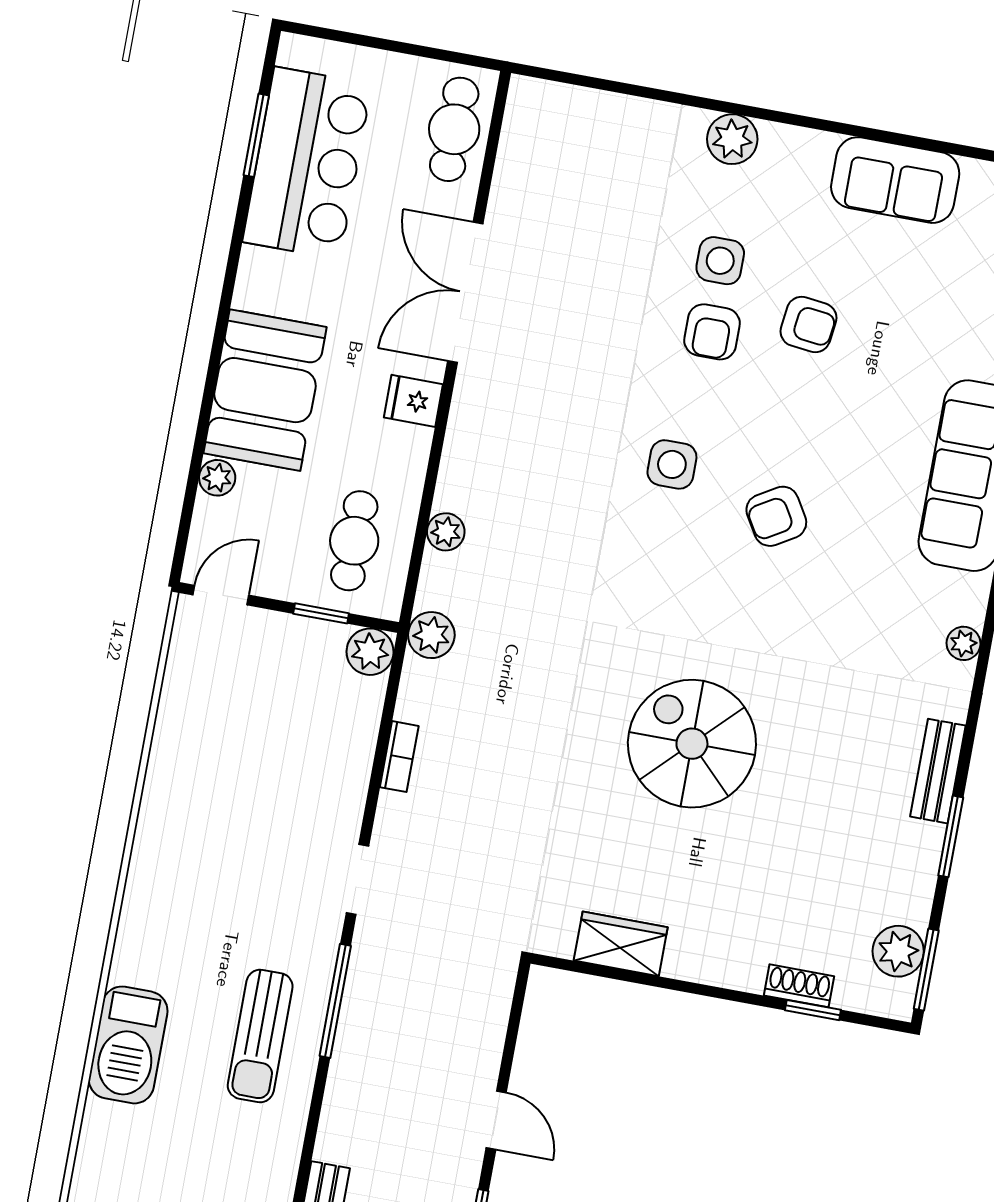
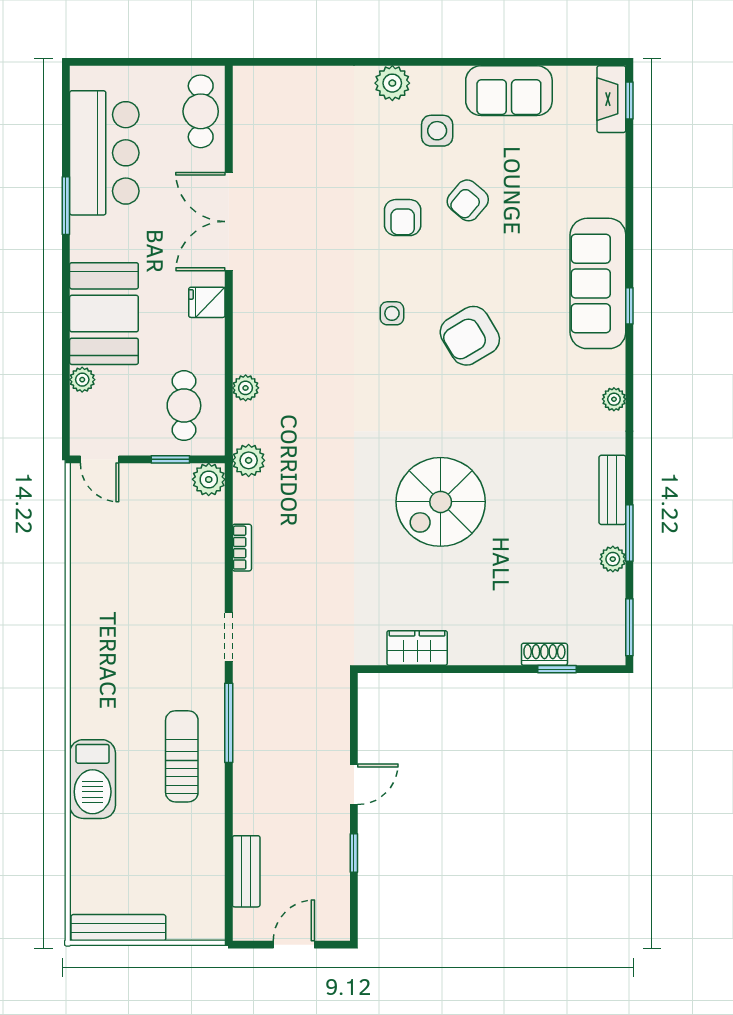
window: (256, 135) -> (66, 206), moved
side table: (720, 261) -> (437, 131), moved
armchair: (808, 325) -> (468, 200), turned 123
side table: (672, 464) -> (392, 313), width x0.73, depth x0.73
armchair: (776, 516) -> (470, 336), width x1.38, depth x1.38
door: (221, 595) -> (100, 459), swing flipped
spiral stairs: (692, 744) -> (441, 502), turned -90
plant: (898, 951) -> (613, 559), moved, width x0.73, depth x0.73
sun lounger: (260, 1036) -> (182, 756), turned 180
door: (496, 1120) -> (354, 784), hinge flipped

